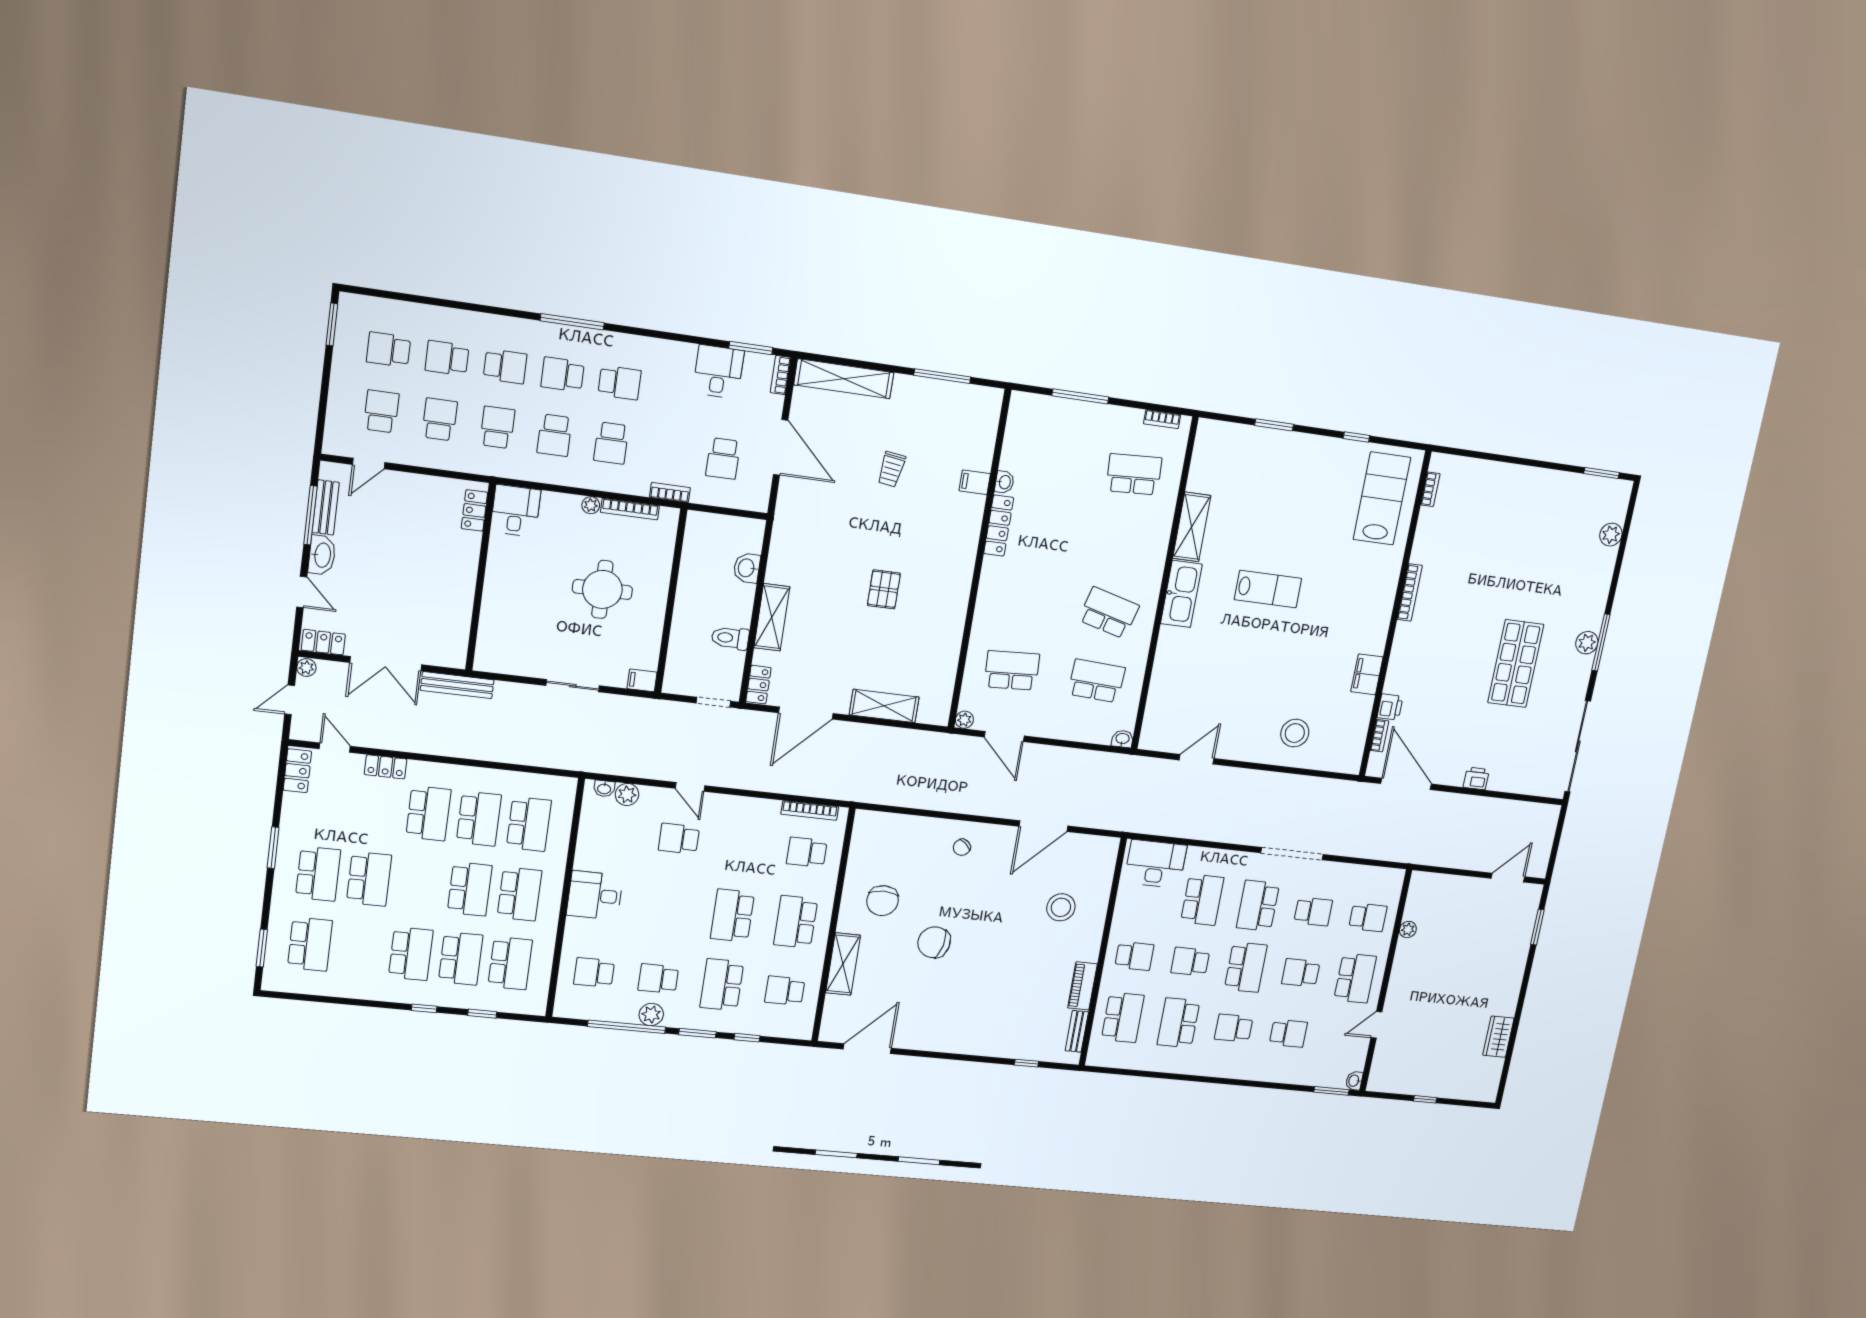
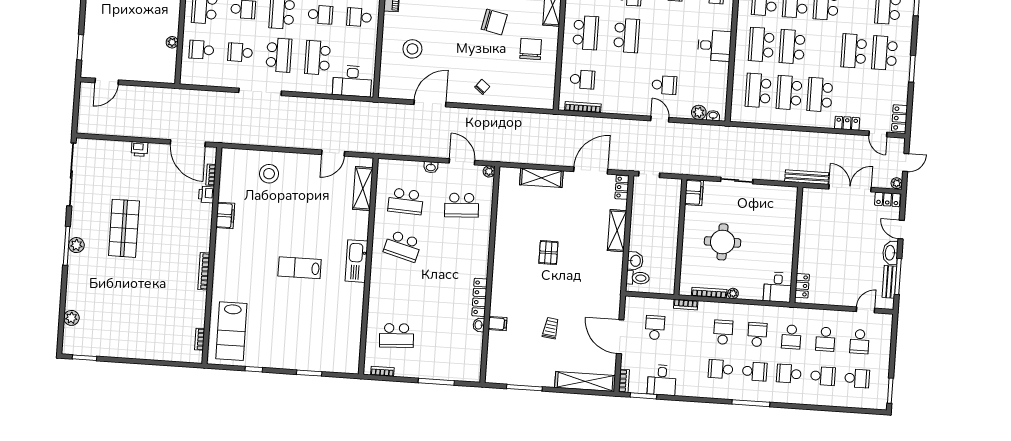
shelving: (1192, 527) -> (363, 188), moved
toilet: (730, 638) -> (638, 278), moved
filing cabinet: (642, 680) -> (694, 192), width x2.00
washbasin: (1122, 739) -> (431, 167), moved

